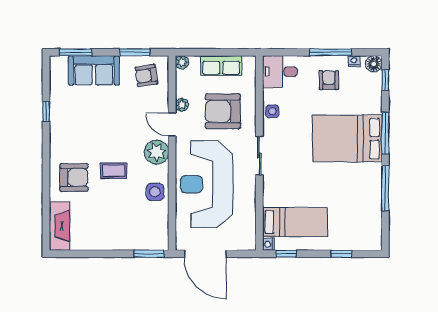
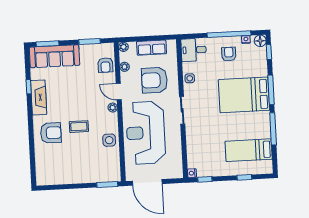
window: (331, 52) -> (229, 34), width x1.46
sofa: (94, 70) -> (55, 56), width x1.36
armchair: (146, 75) -> (105, 65), moved, turned -82
plant: (182, 105) -> (125, 67), moved
plant: (157, 152) -> (113, 108), width x0.53, depth x0.53
bed: (295, 222) -> (249, 150), moved, turned 180
fireplace: (59, 226) -> (39, 97), moved

